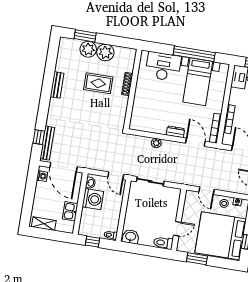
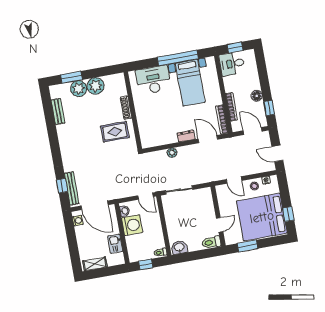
rug: (98, 83) -> (115, 132), moved
bench: (57, 85) -> (58, 111), moved

